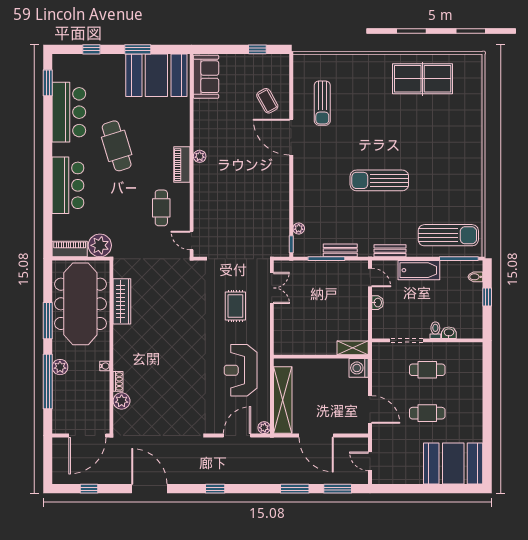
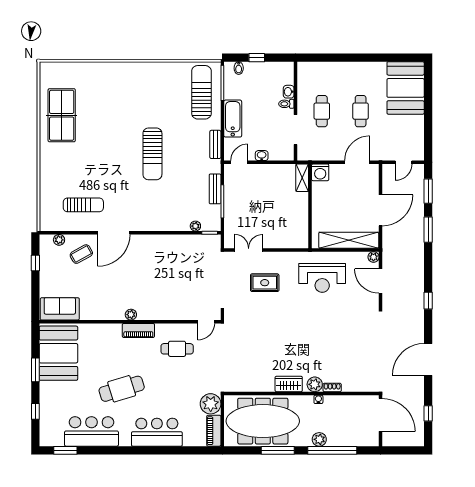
plant: (283, 76) -> (59, 240), added
wardrobe: (122, 301) -> (289, 384), moved, width x0.67
plant: (122, 401) -> (315, 384), moved

